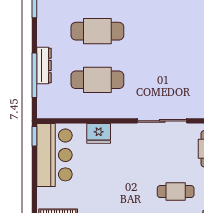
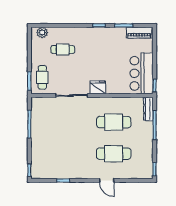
dresser: (44, 66) -> (148, 109), moved
fridge: (99, 133) -> (98, 87), moved

